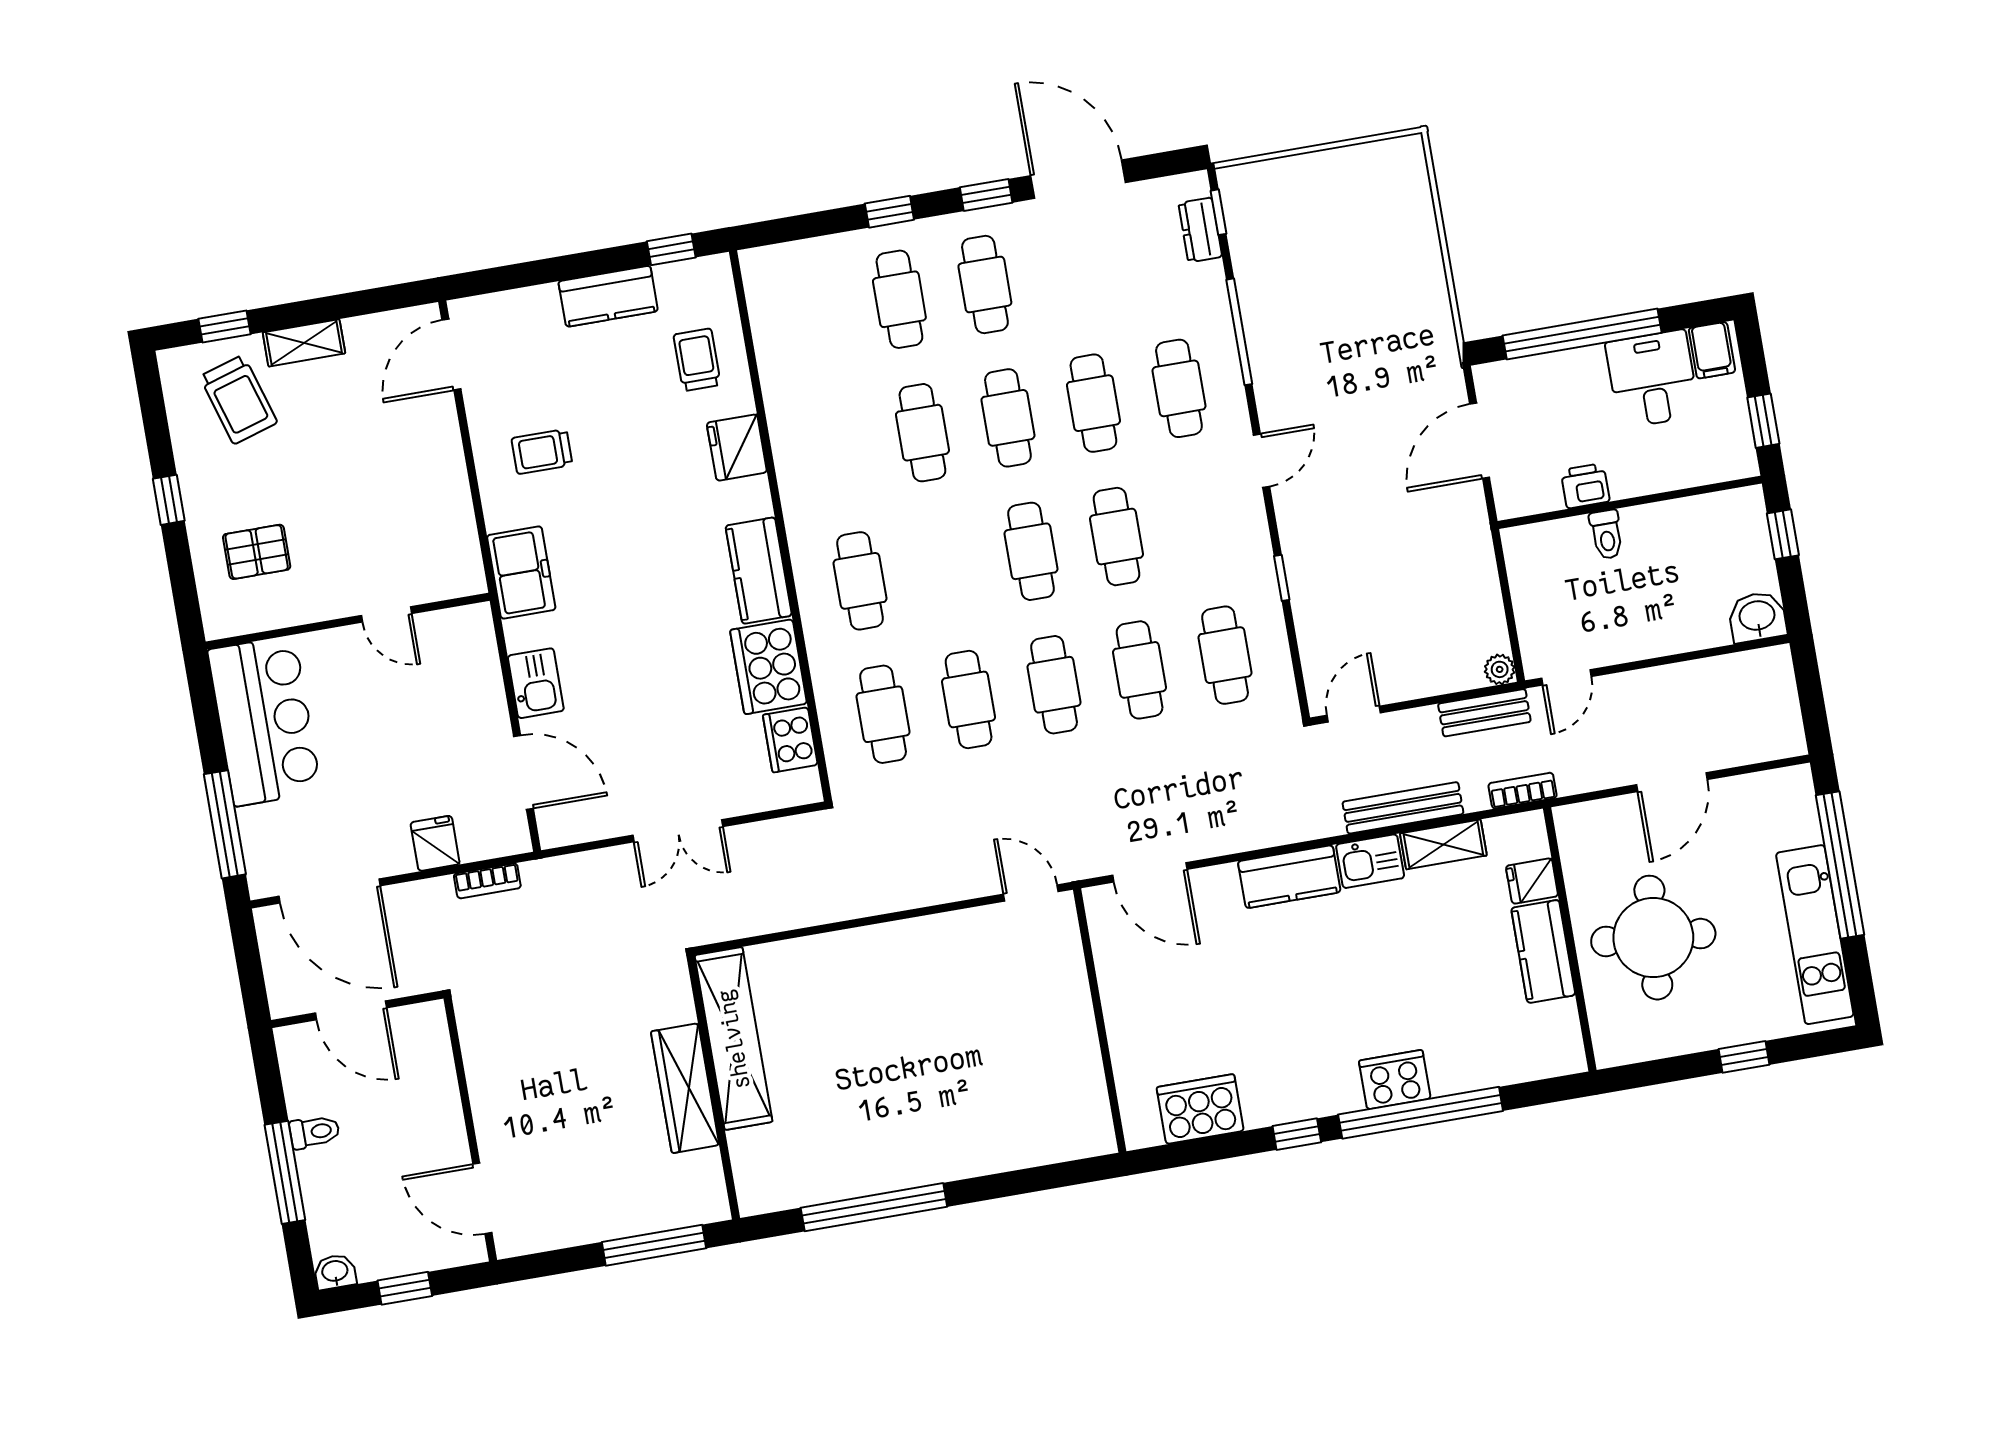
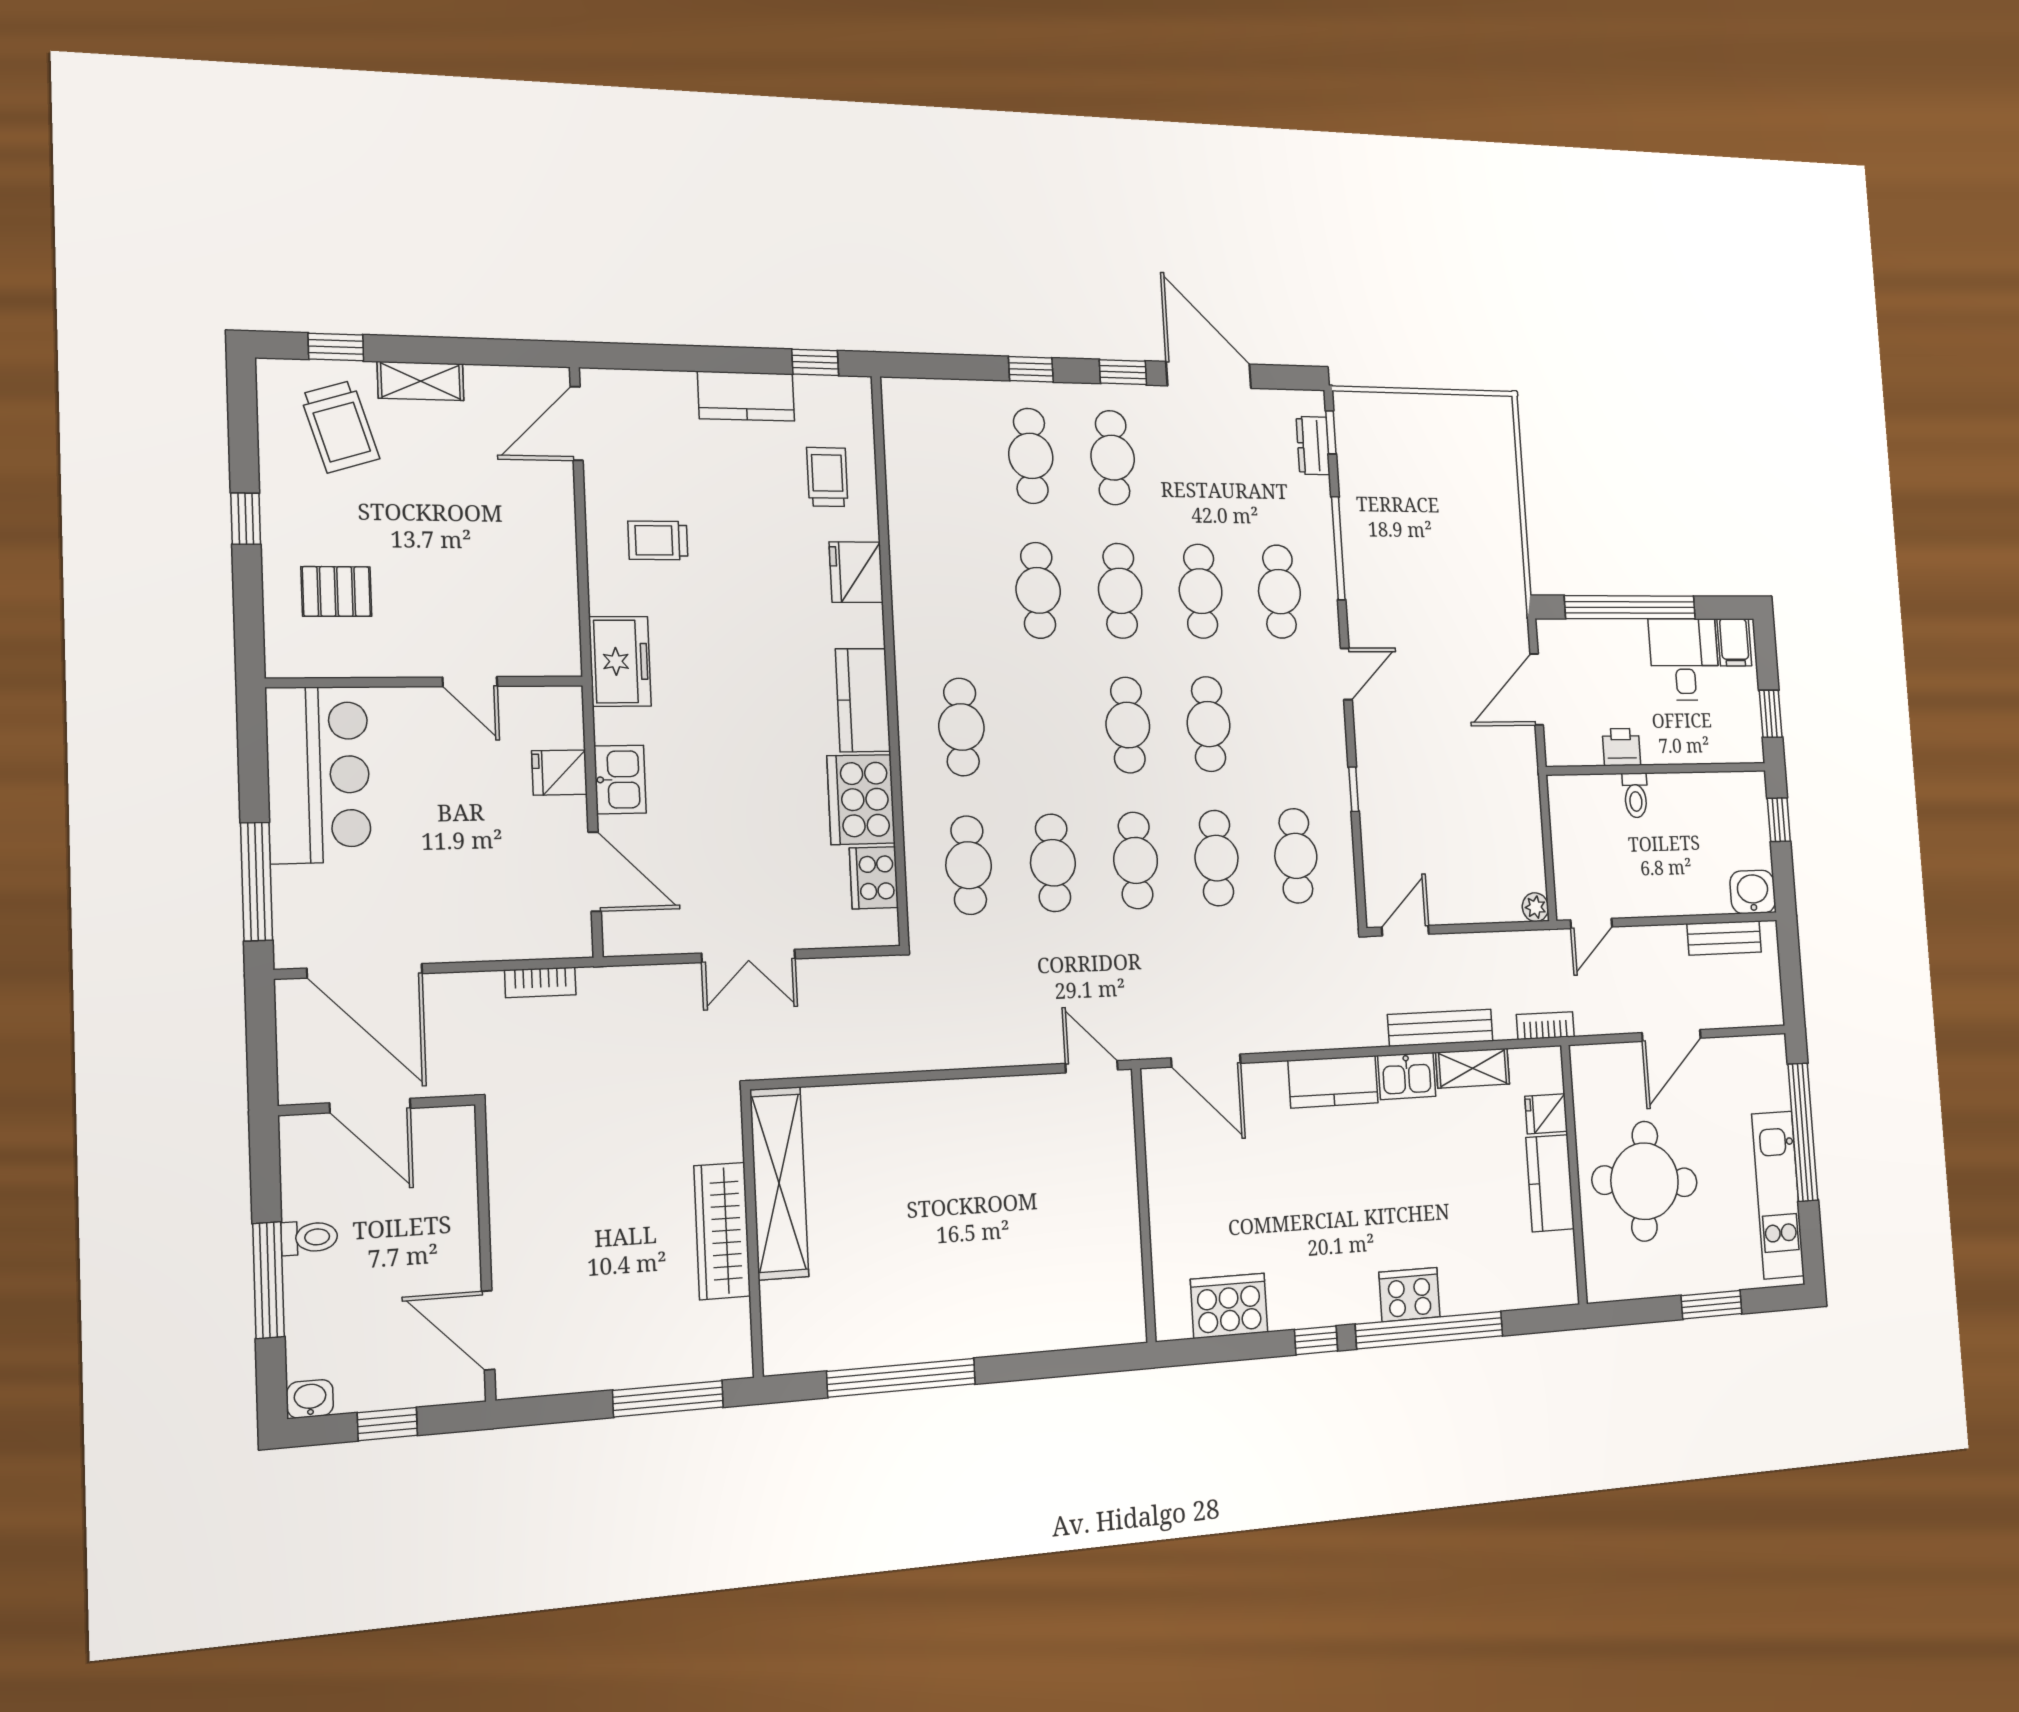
bench: (1484, 713) -> (1724, 938), moved
fridge: (435, 843) -> (560, 773), moved, turned -90
window: (1744, 1057) -> (1711, 1305), width x1.50

